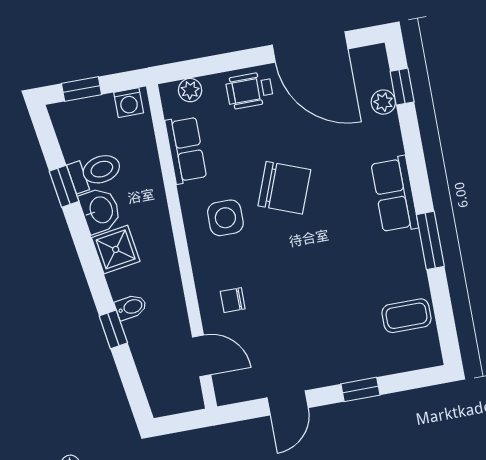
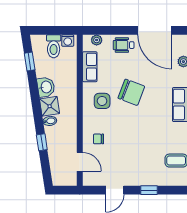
window: (81, 89) -> (47, 30), removed
toilet: (95, 171) -> (54, 46), moved, turned 99
window: (64, 186) -> (30, 61), moved
bidet: (131, 307) -> (50, 121), moved

